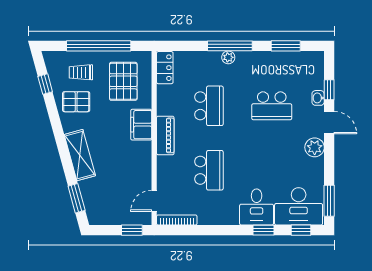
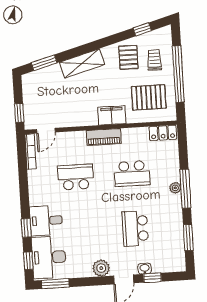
school desk: (209, 170) -> (76, 177), turned 180
door: (154, 201) -> (46, 131), swing flipped

